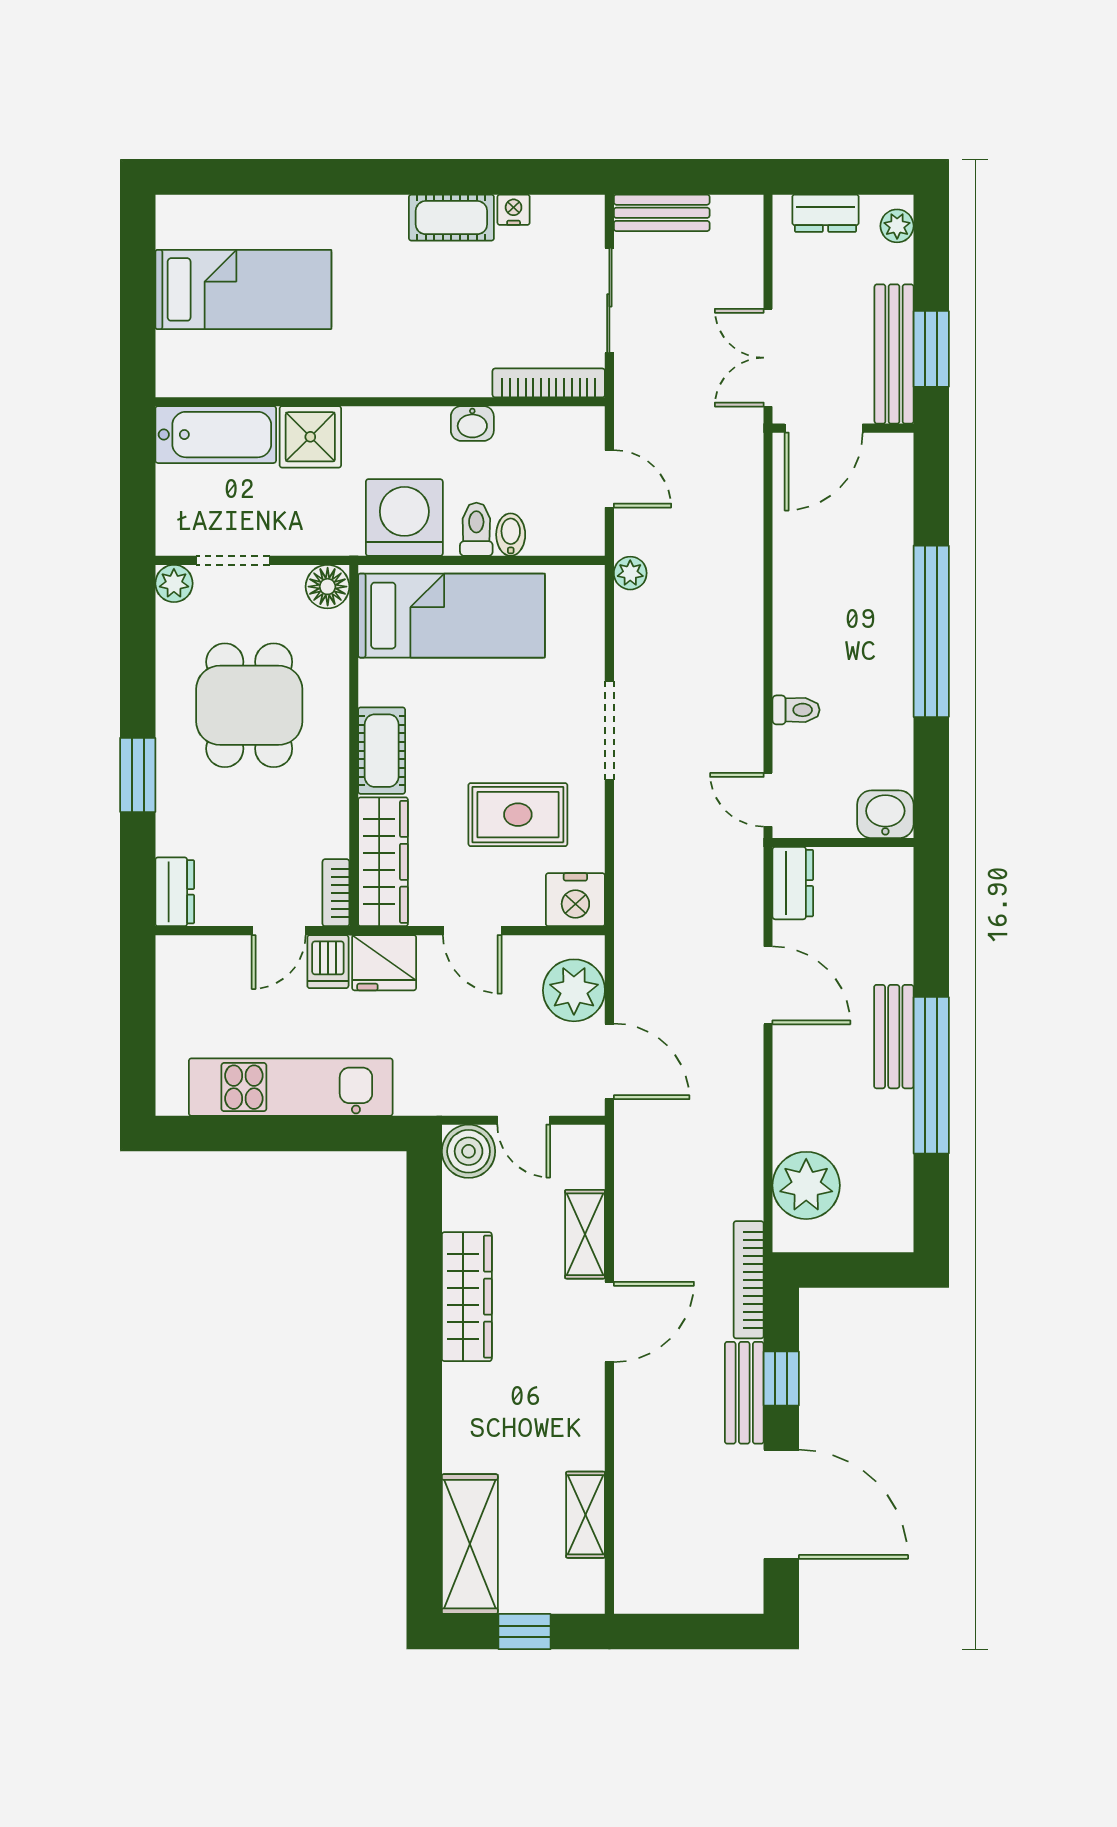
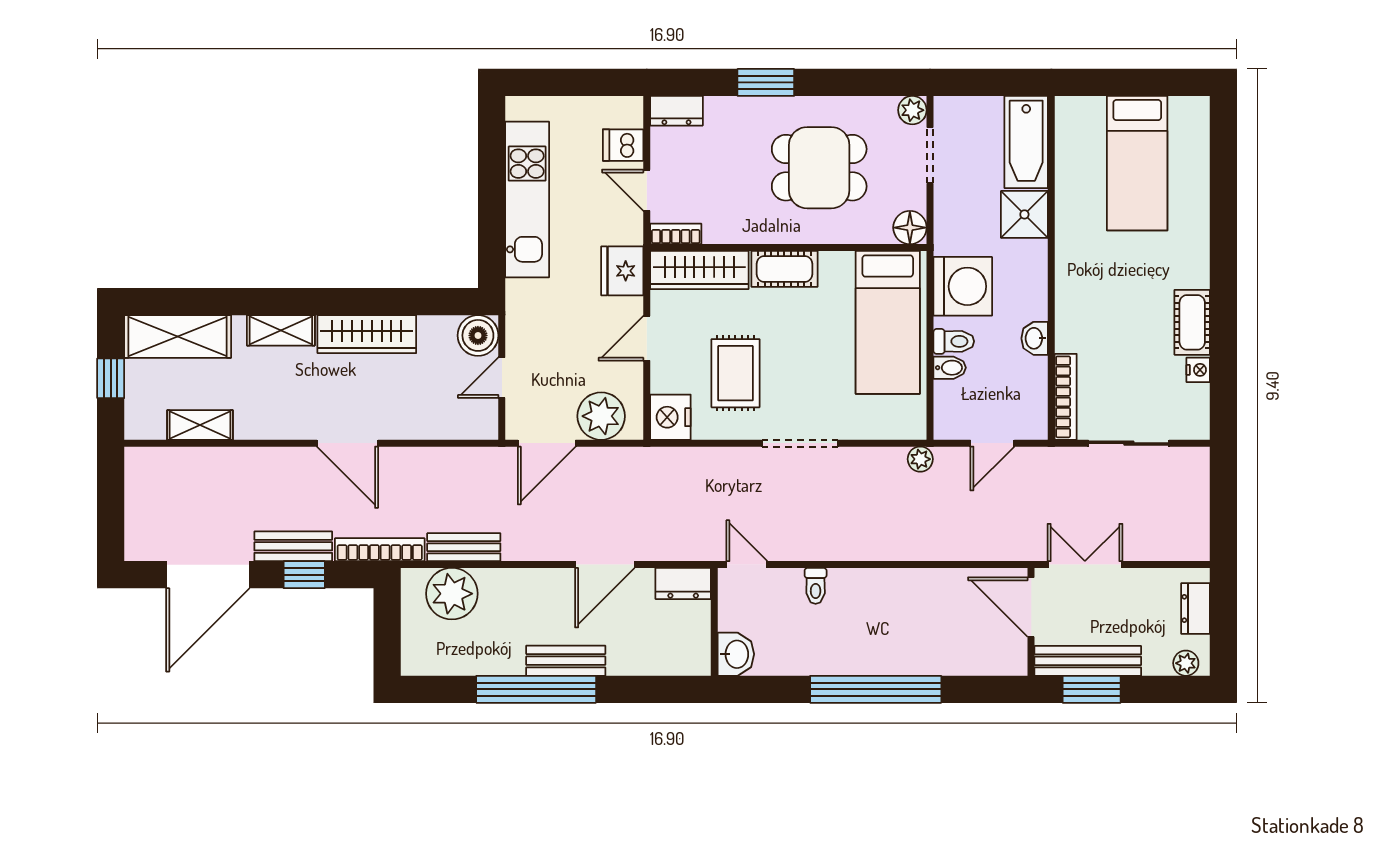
bench: (662, 213) -> (464, 547), moved, turned 90
door: (768, 800) -> (747, 565), hinge flipped
dishwasher: (328, 962) -> (623, 145), moved
shelving: (585, 1234) -> (281, 330), moved

